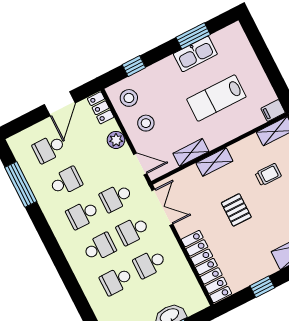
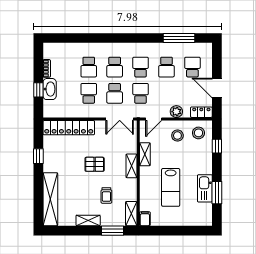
lab bench: (216, 98) -> (171, 187), turned 180
school desk: (133, 230) -> (115, 93), turned 180
school desk: (116, 280) -> (89, 67), turned 180

